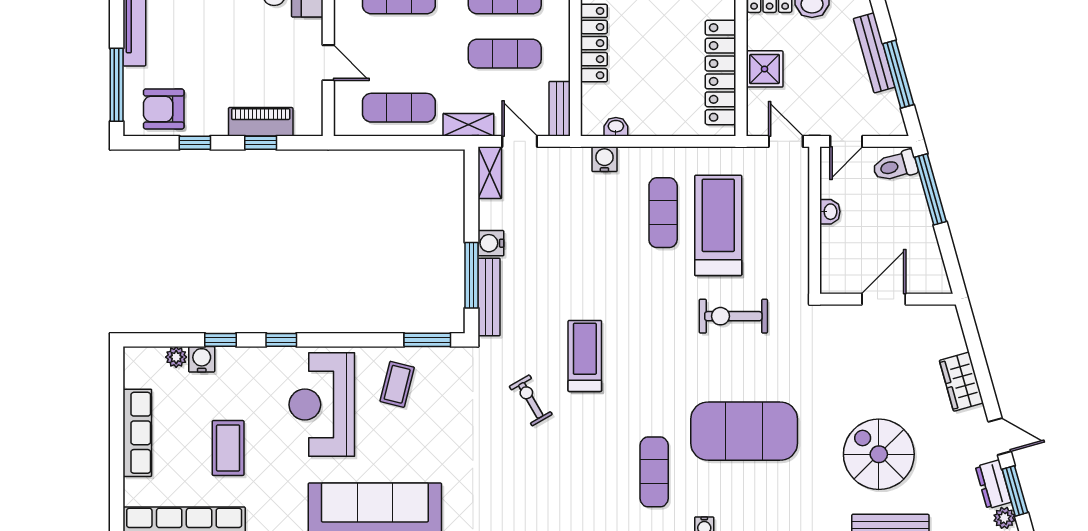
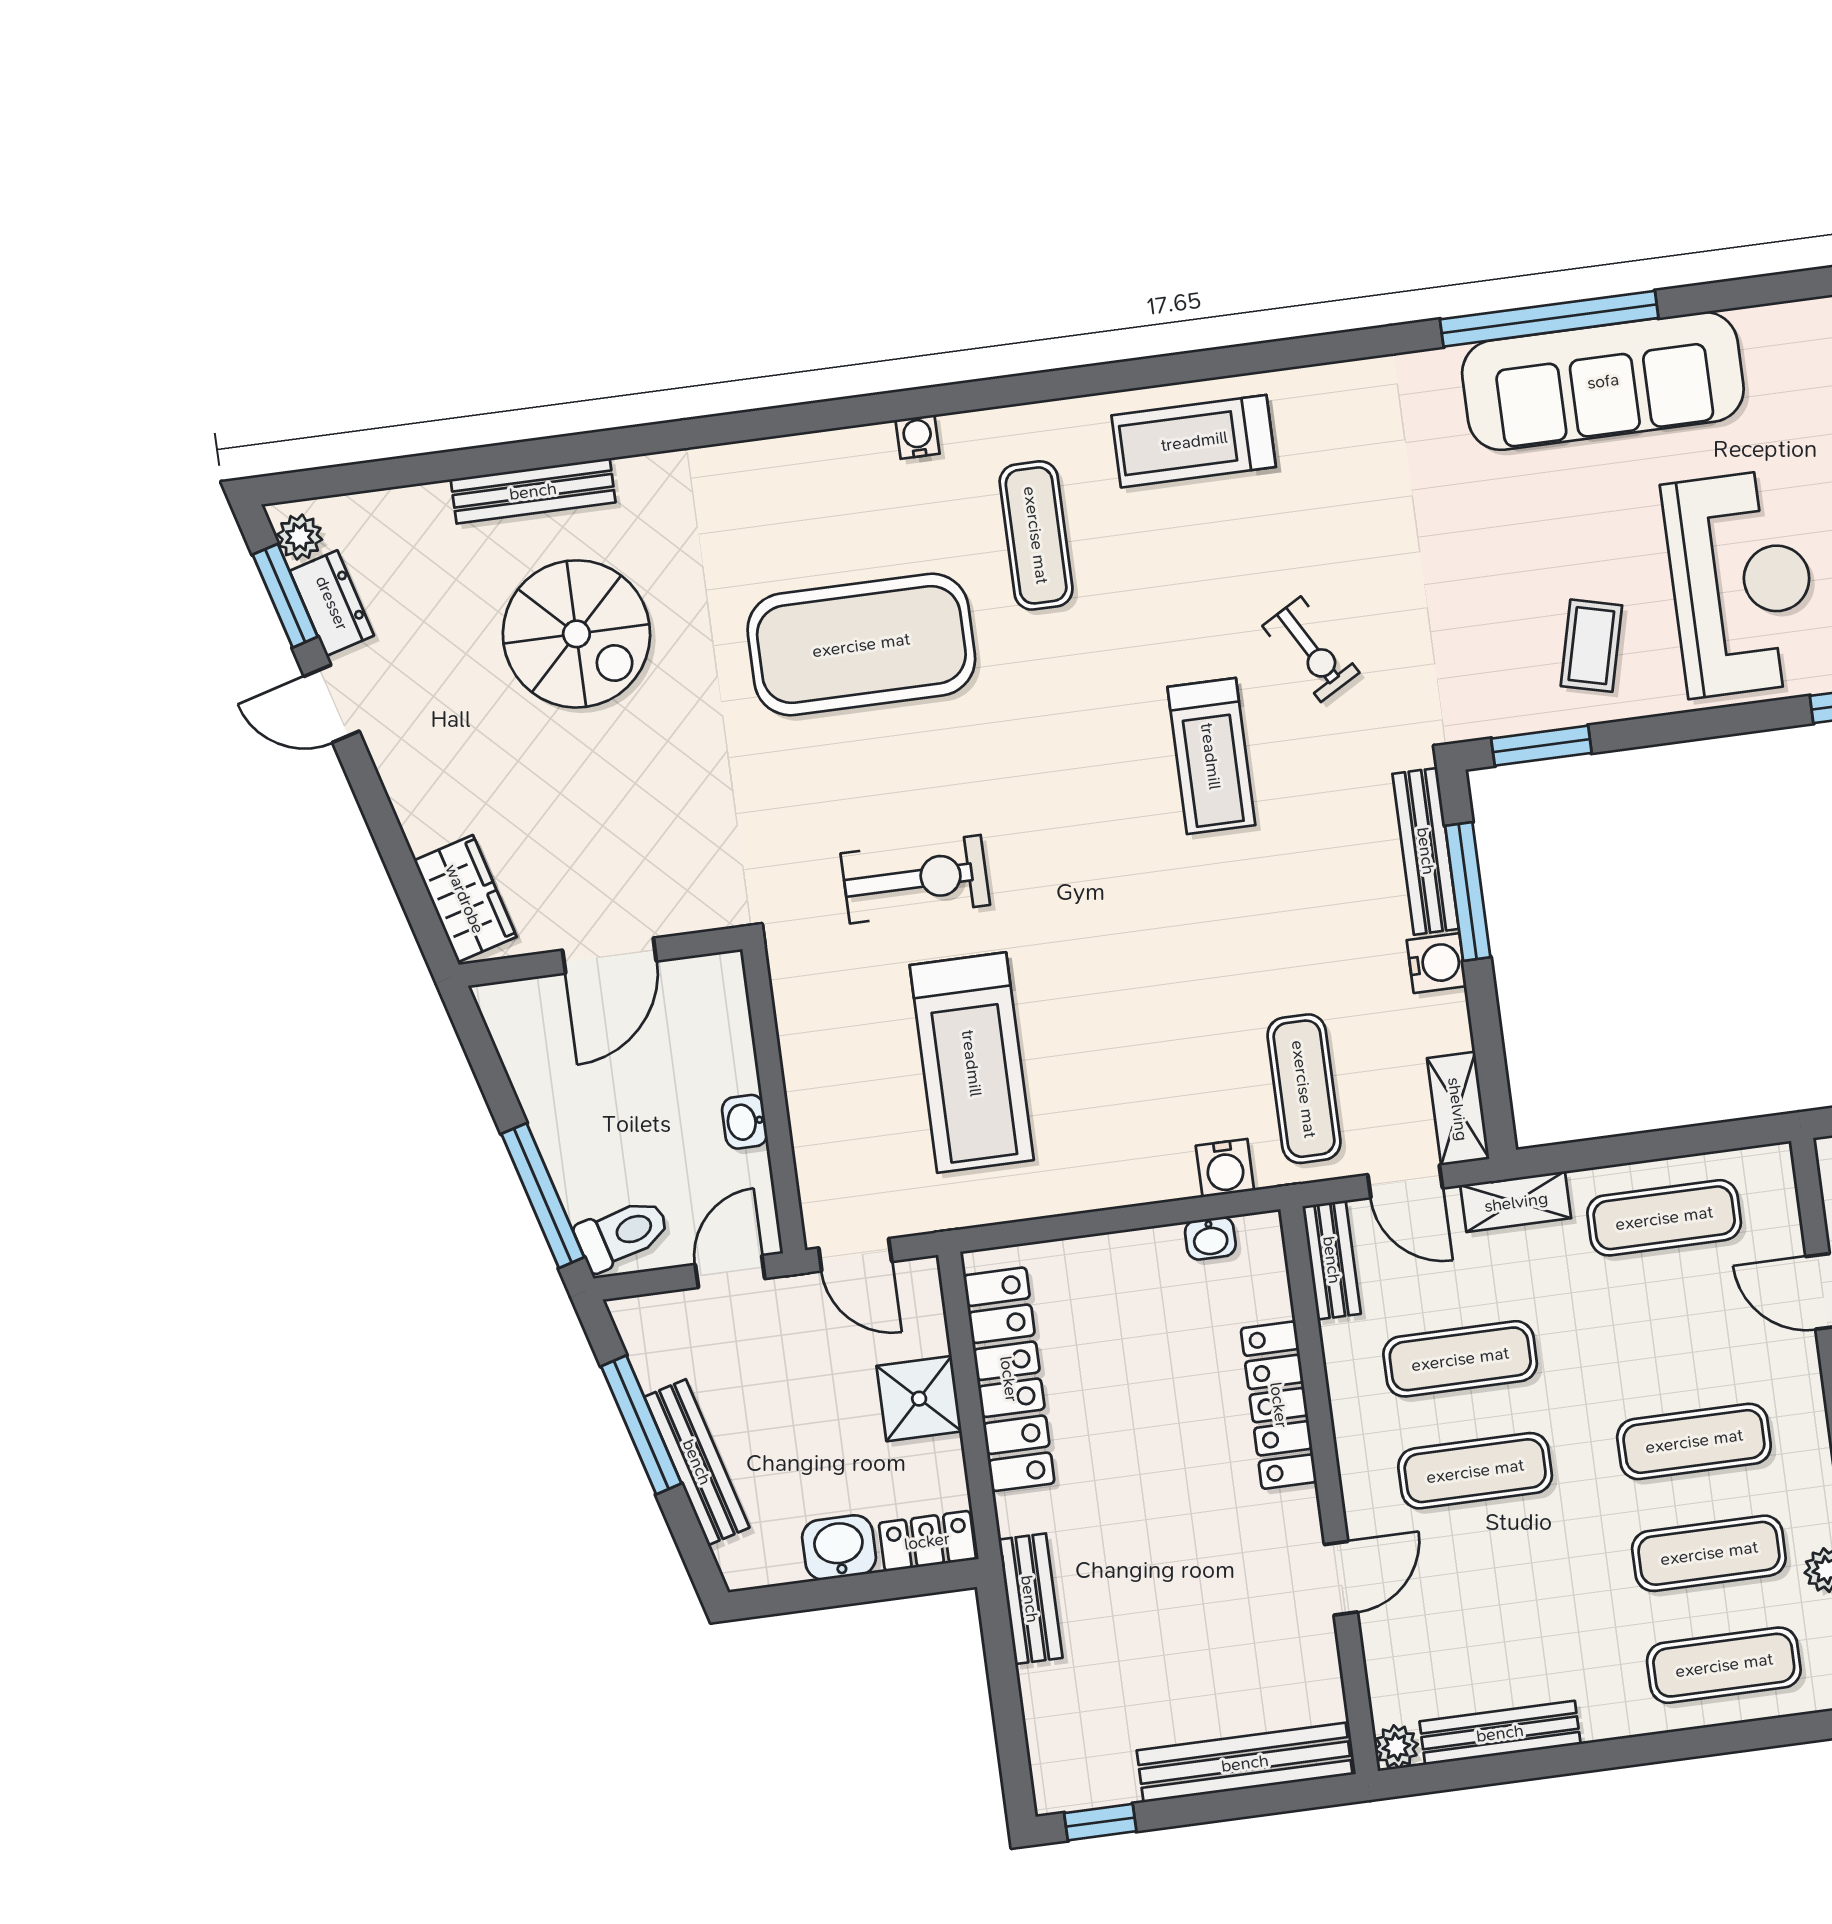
exercise mat: (663, 213) -> (1304, 1089), moved
wardrobe: (961, 382) -> (465, 899), moved
treadmill: (573, 507) -> (1194, 441), added

